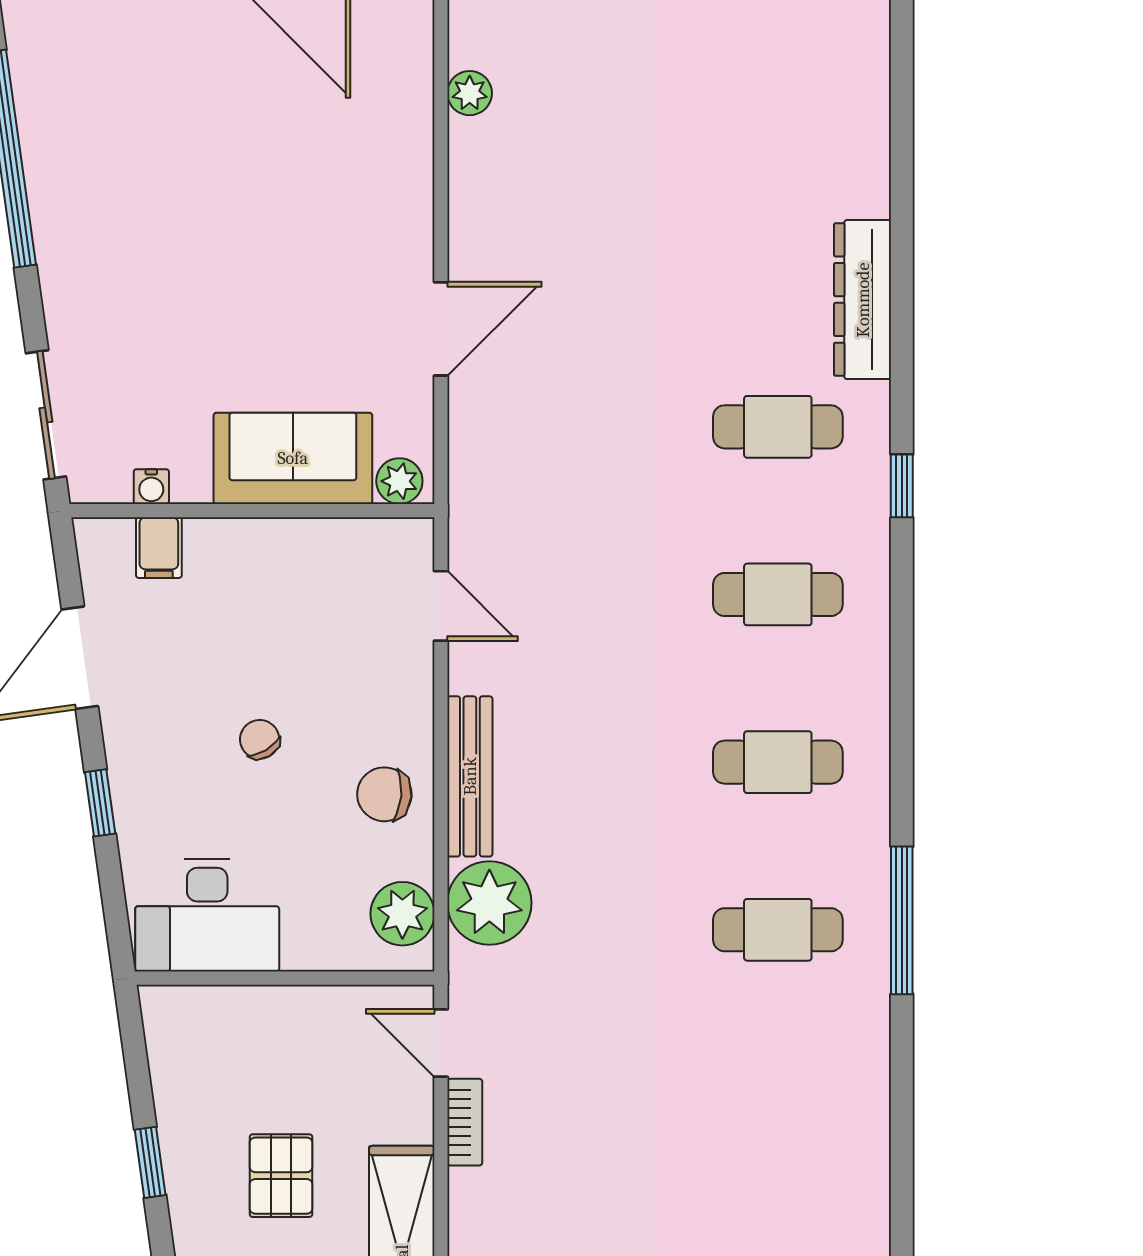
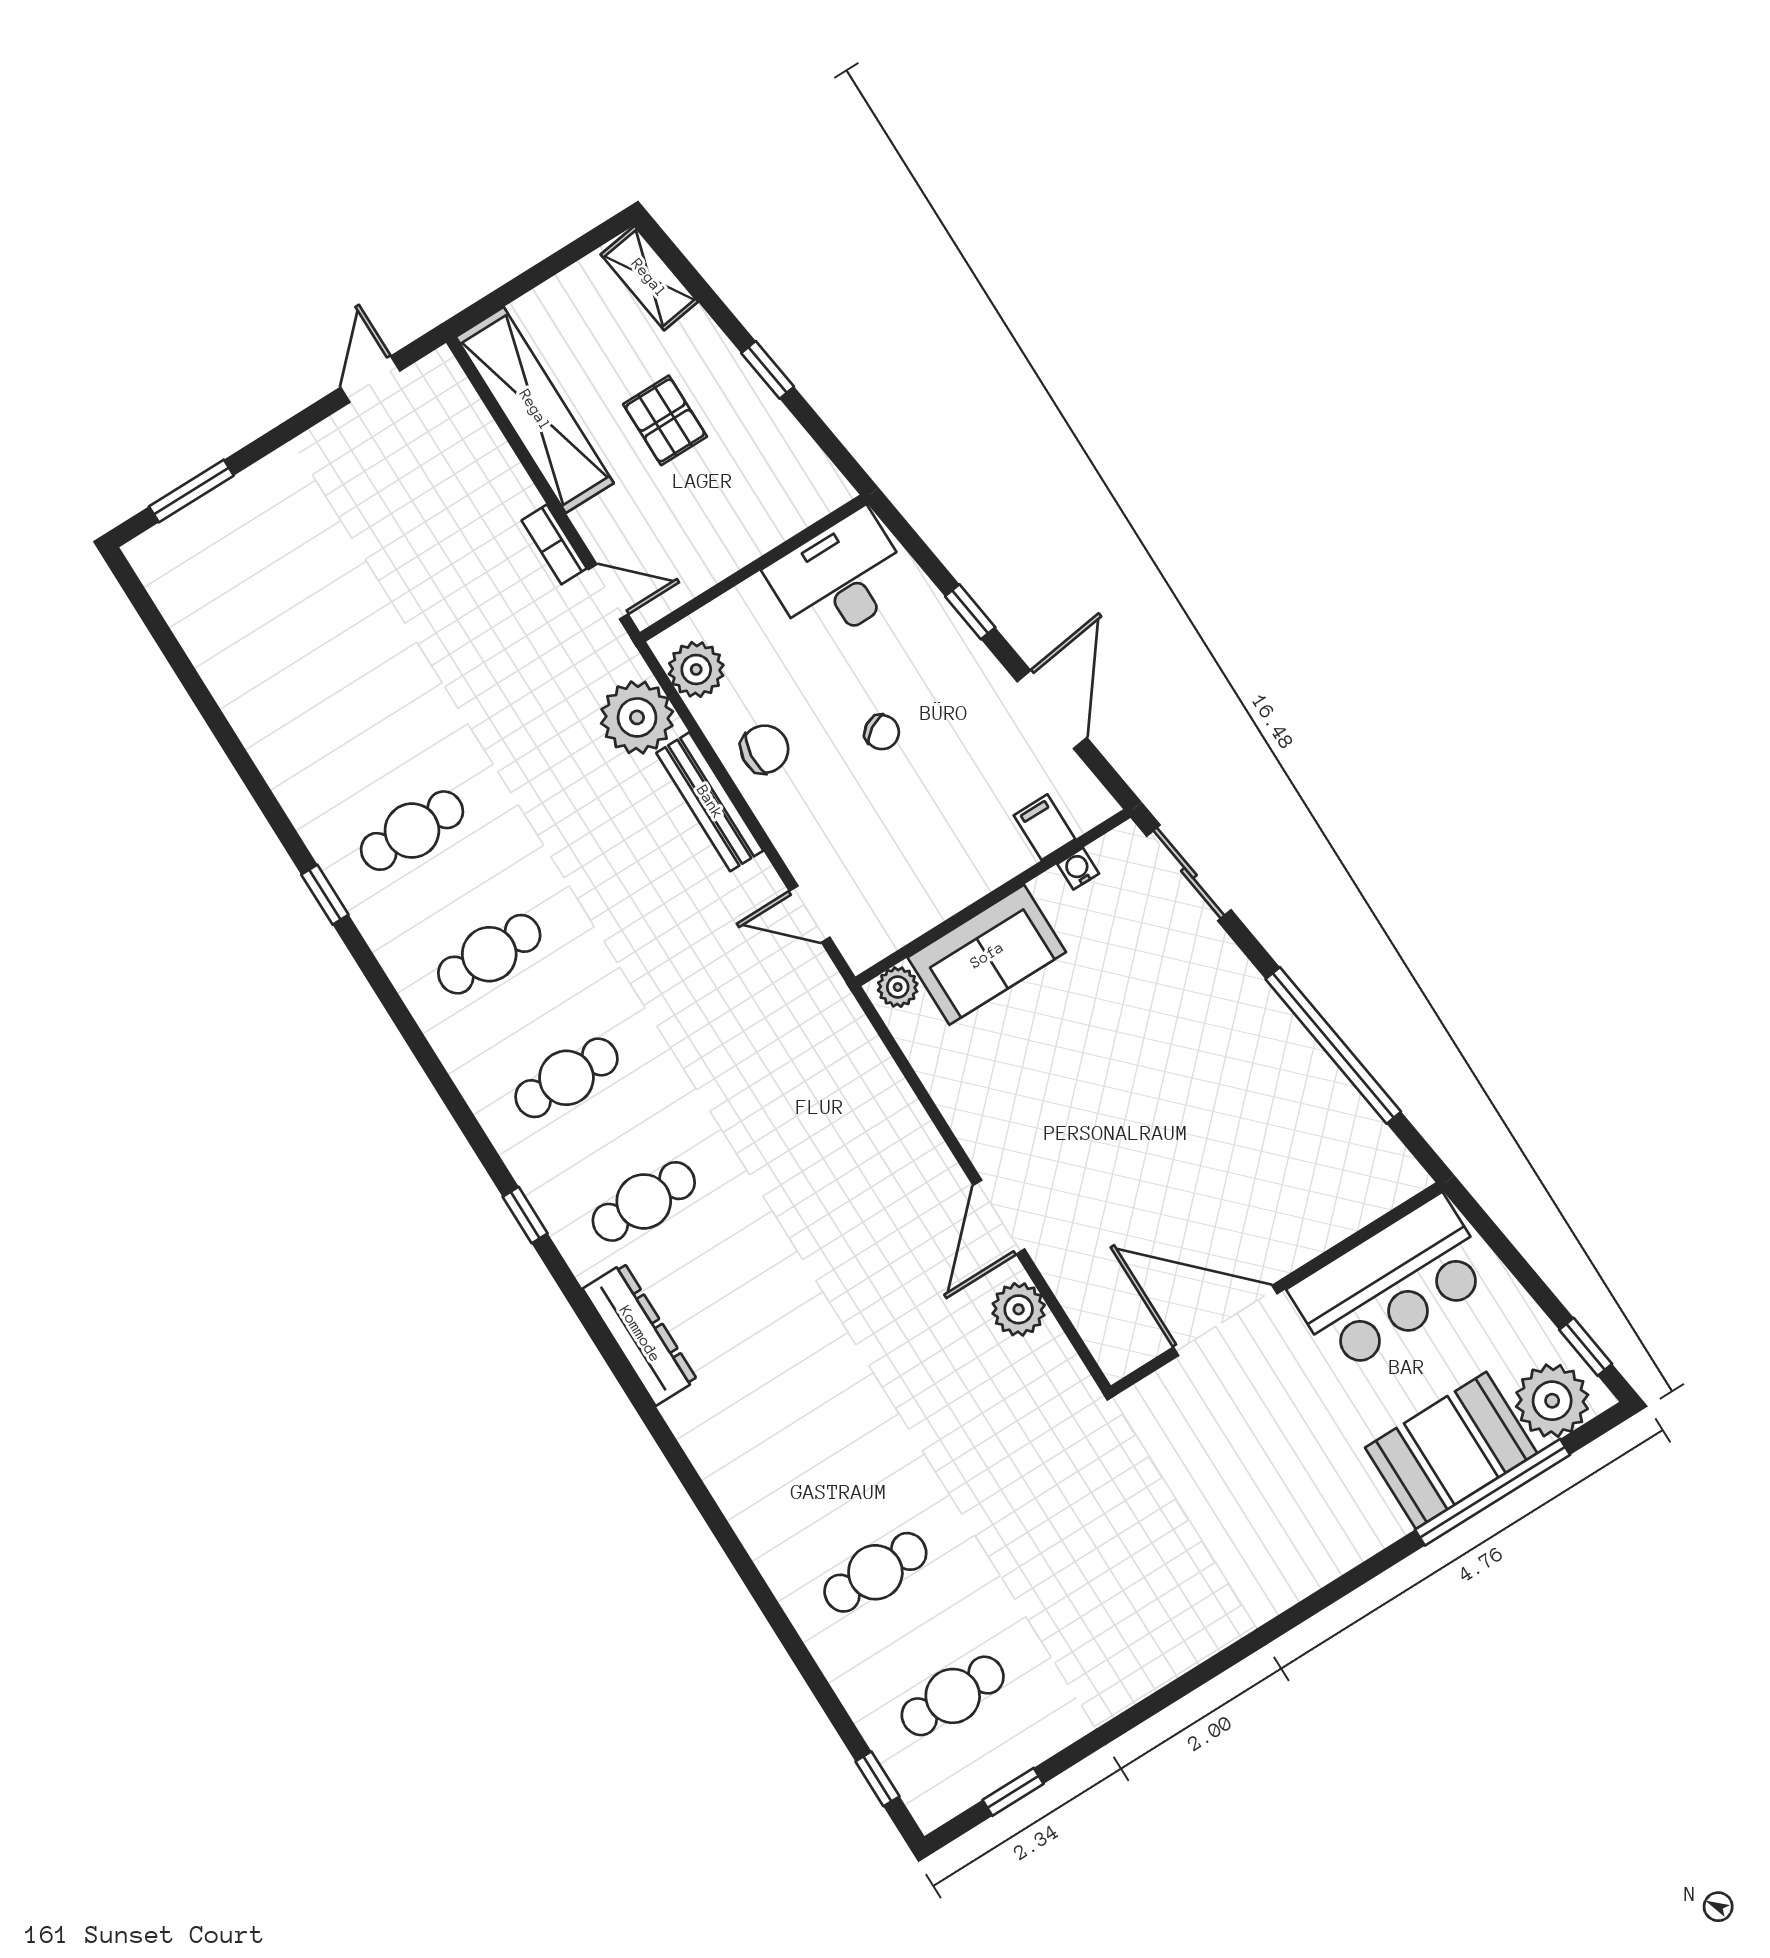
plant: (470, 93) -> (1019, 1309), width x1.38, depth x1.38
door: (441, 329) -> (999, 1217), moved
window: (902, 920) -> (325, 895), width x0.46

